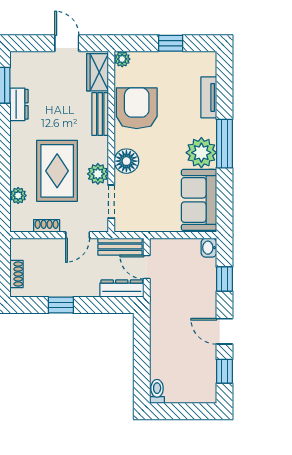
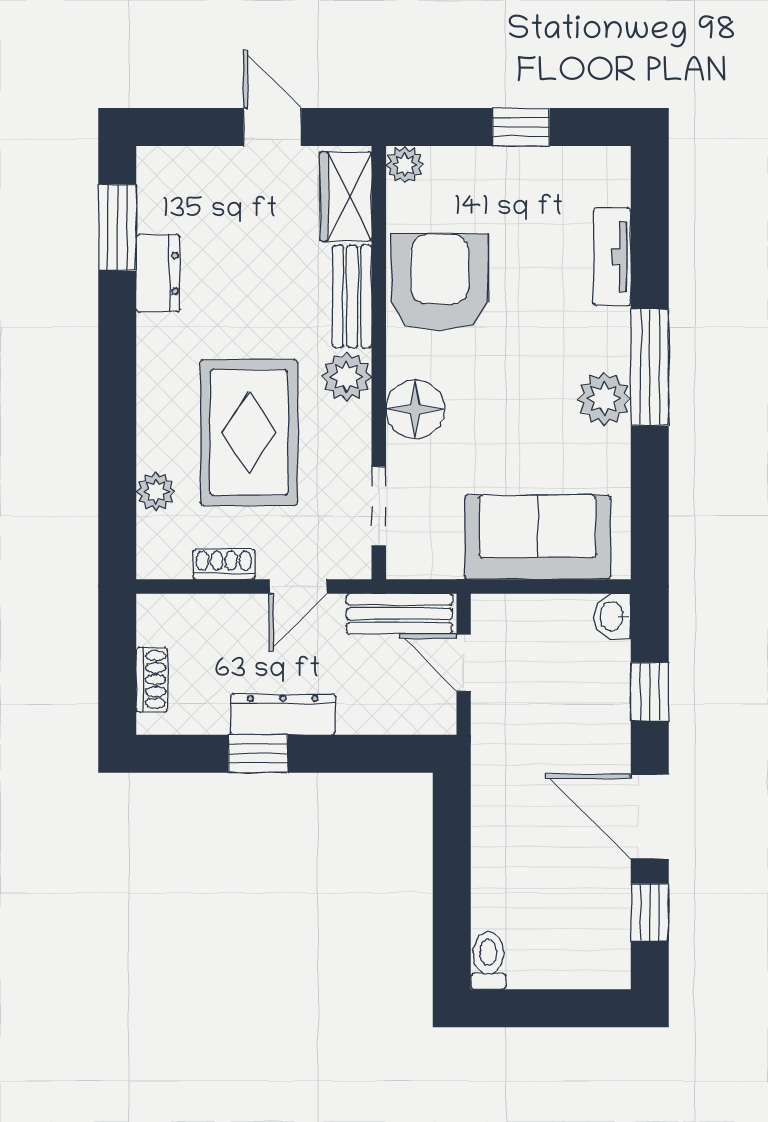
plant: (201, 153) -> (604, 399), width x0.73, depth x0.73
plant: (98, 174) -> (347, 377), moved
sofa: (199, 200) -> (538, 537), moved, turned 90
dresser: (122, 289) -> (283, 714), moved
door: (224, 331) -> (650, 817), width x1.38

